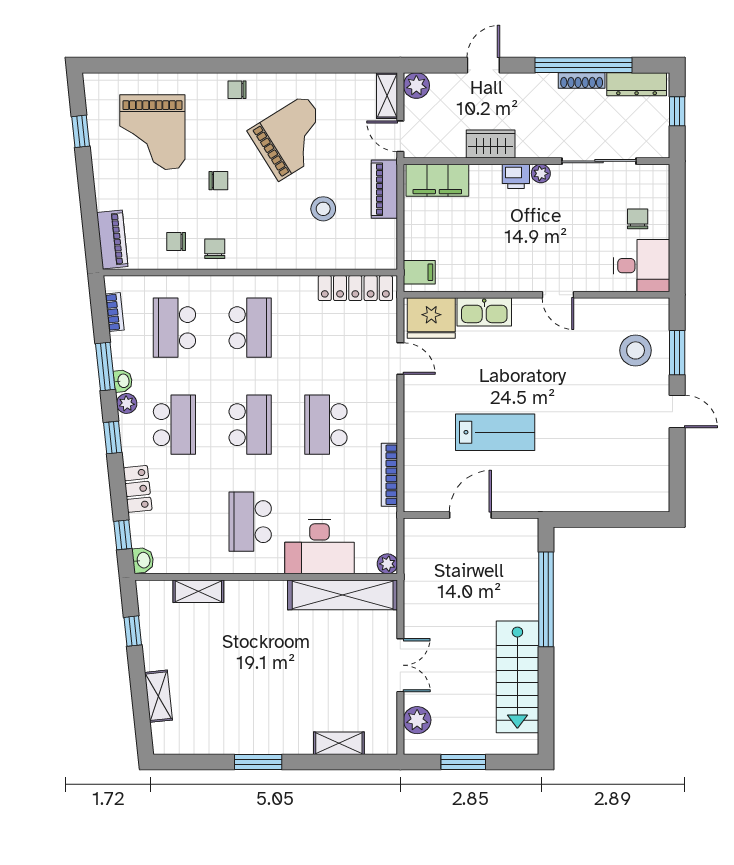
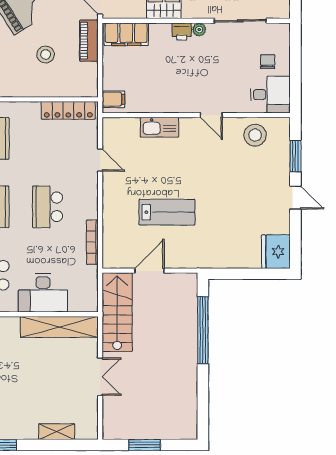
fridge: (431, 318) -> (276, 252), moved, turned 90
stool: (636, 350) -> (255, 135), moved
plant: (387, 564) -> (91, 305), removed
stairs: (517, 677) -> (117, 312), moved, turned 180
plant: (417, 720) -> (112, 415), removed

